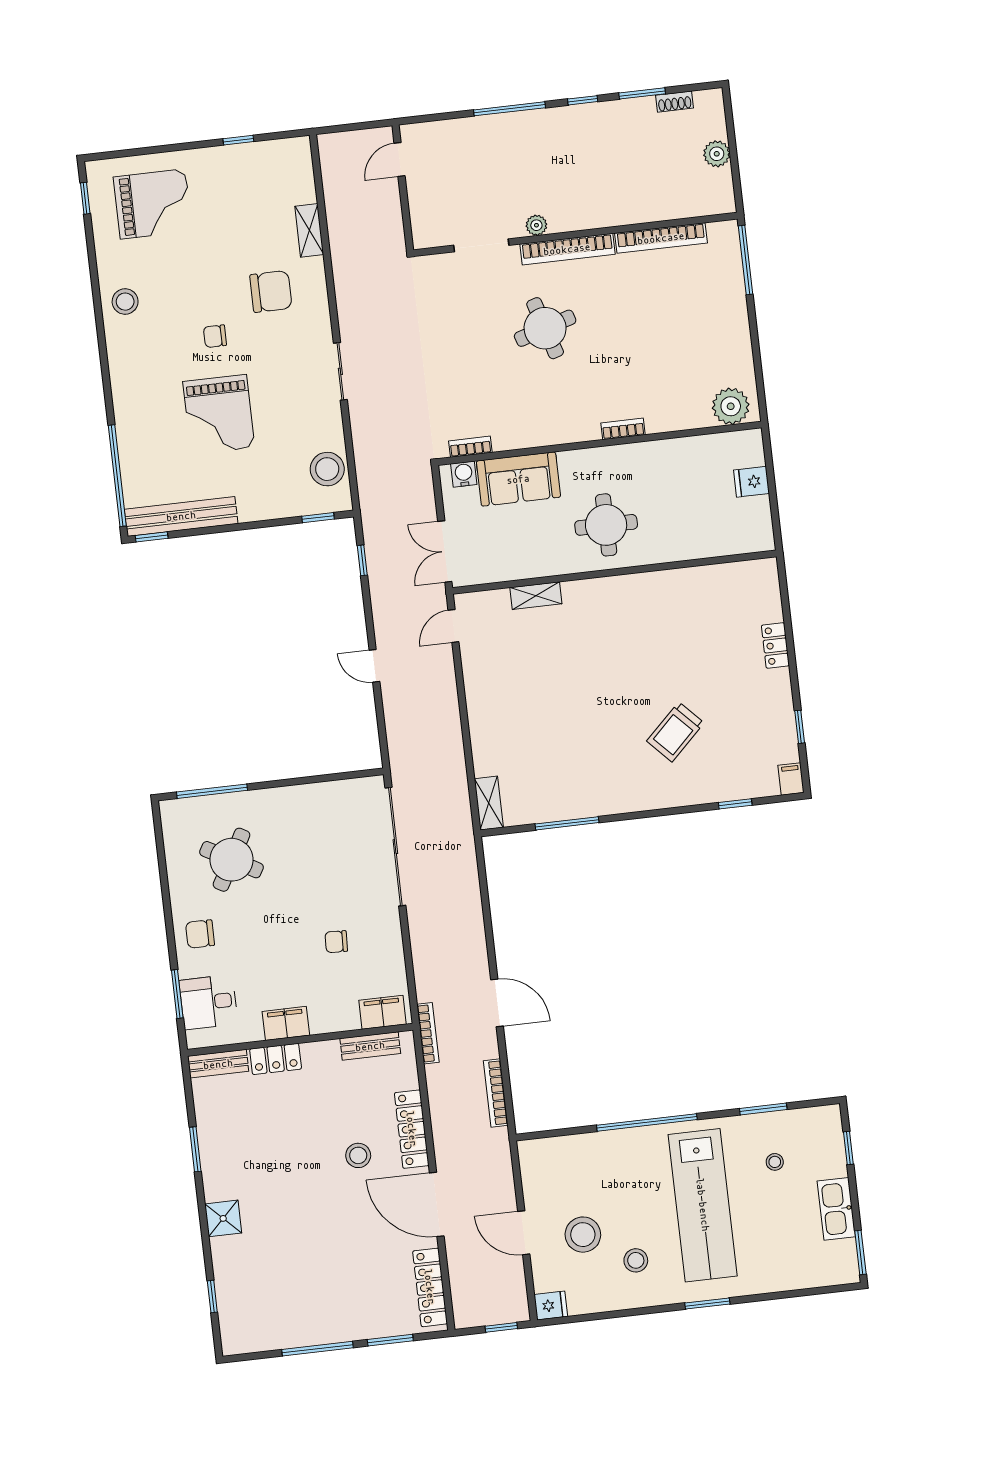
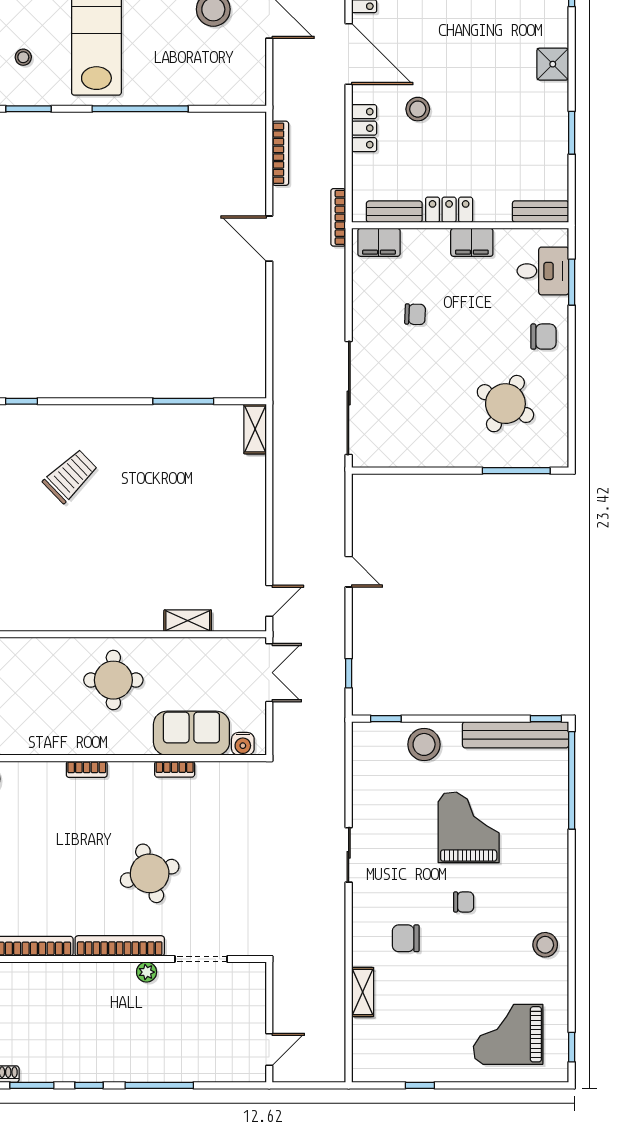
chair: (271, 291) -> (406, 938), width x0.73, depth x0.73
bookcase: (470, 447) -> (175, 769), moved
stool: (327, 469) -> (424, 744), moved
locker: (276, 1059) -> (449, 210), moved
locker: (412, 1129) -> (364, 128), width x0.66

